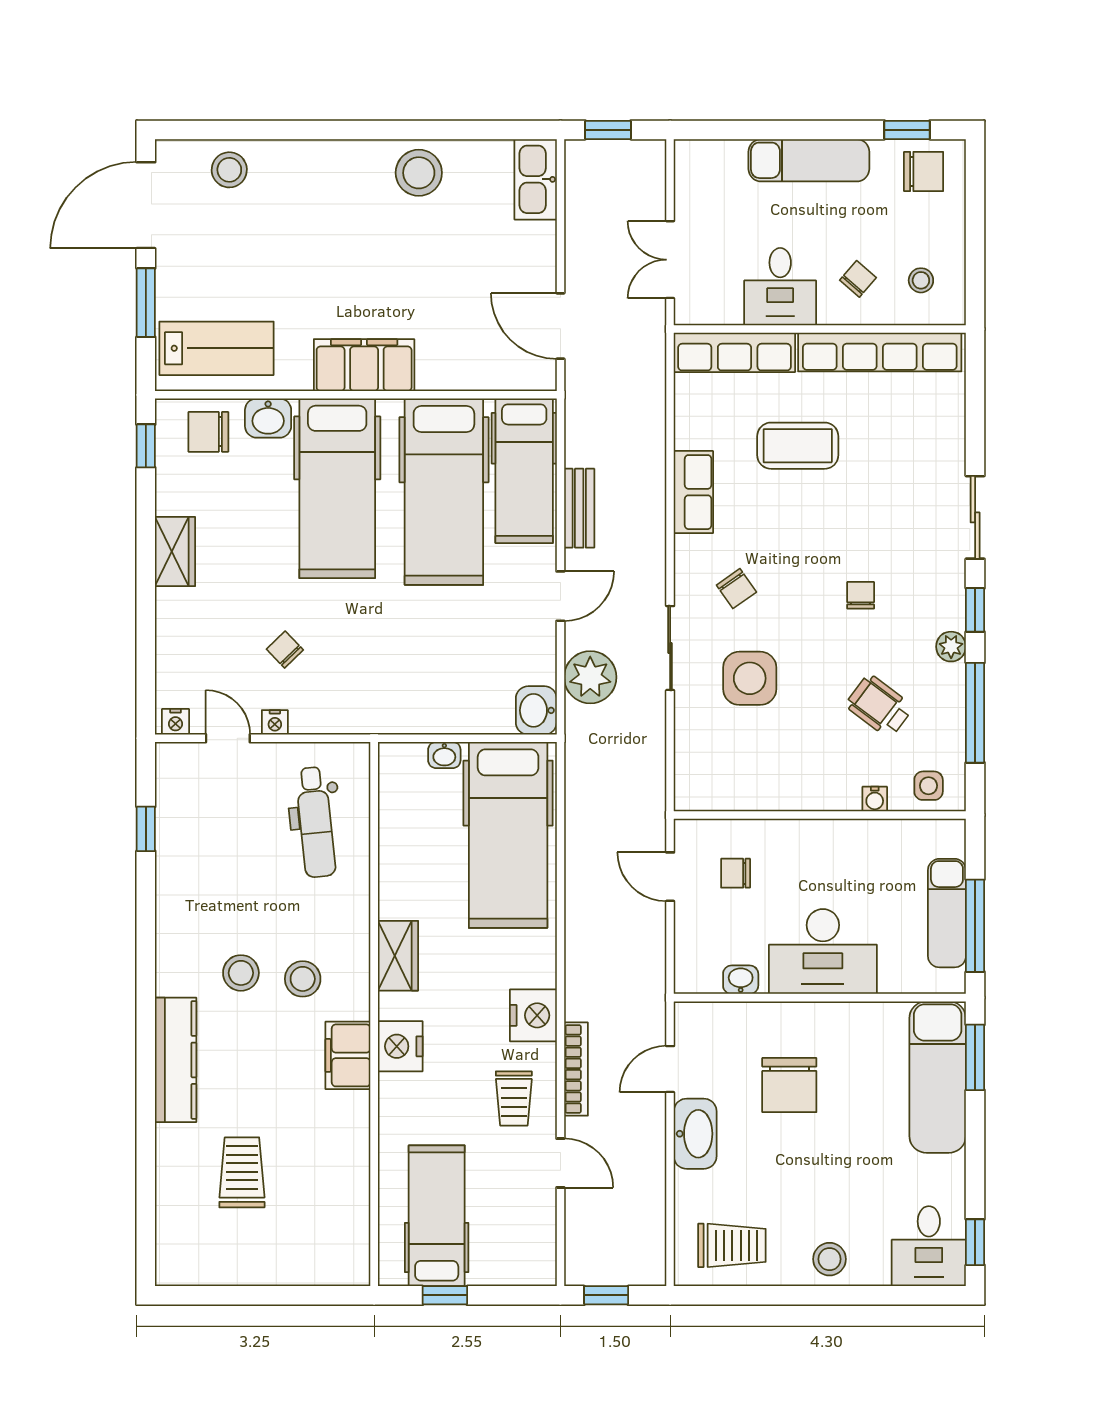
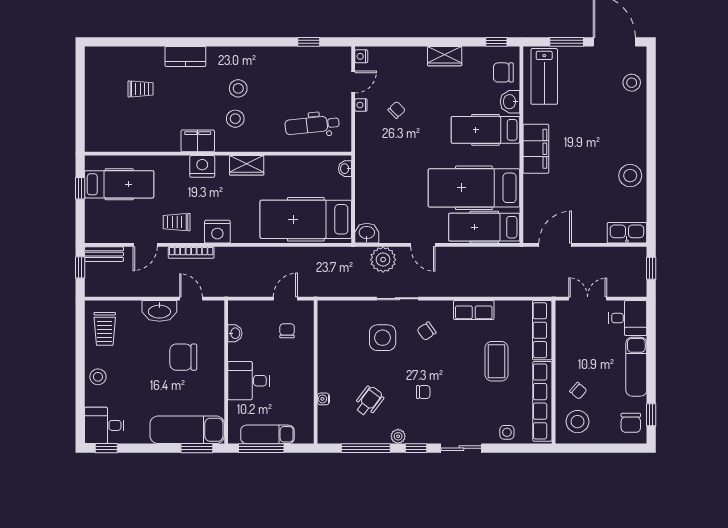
stool: (921, 280) -> (577, 422), width x1.89, depth x1.89
desk: (780, 287) -> (628, 318), moved, turned 180
chair: (208, 432) -> (503, 72), turned -90
hospital bed: (337, 488) -> (485, 130), width x0.73, depth x0.78
bench: (579, 508) -> (104, 254), moved
washbasin: (444, 755) -> (345, 169), moved
side table: (929, 786) -> (507, 432), moved
desk: (823, 951) -> (249, 381), width x0.73
kitchen counter: (176, 1060) -> (185, 56), width x0.67
trolley: (242, 1172) -> (140, 89), width x0.73, depth x0.72

